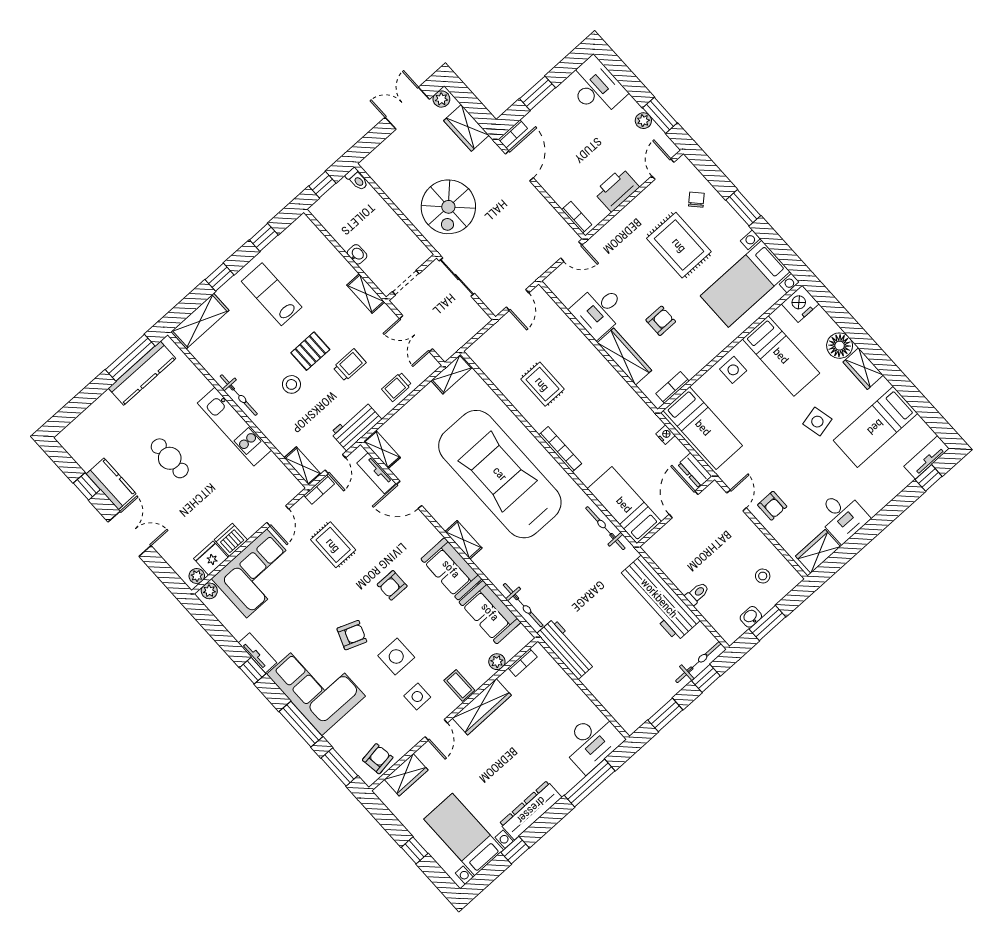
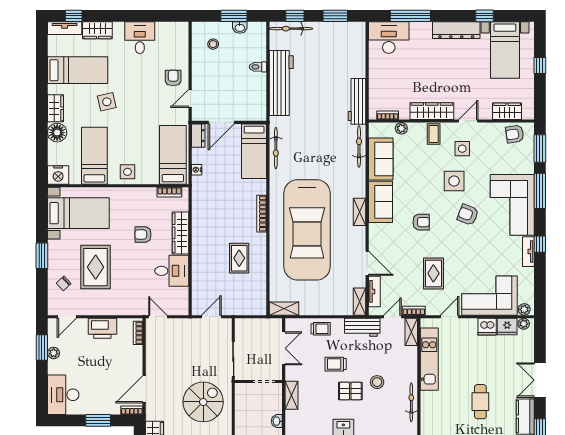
kitchen unit: (234, 427) -> (429, 359), moved
wardrobe: (818, 551) -> (97, 30), moved

